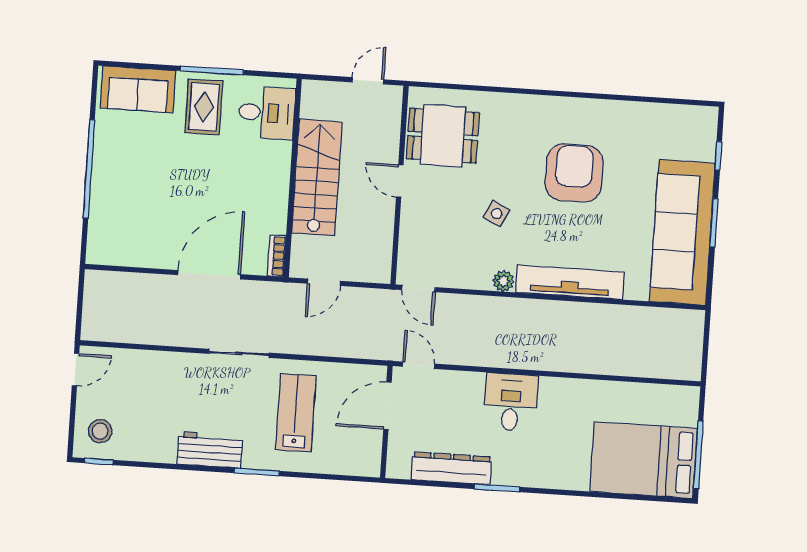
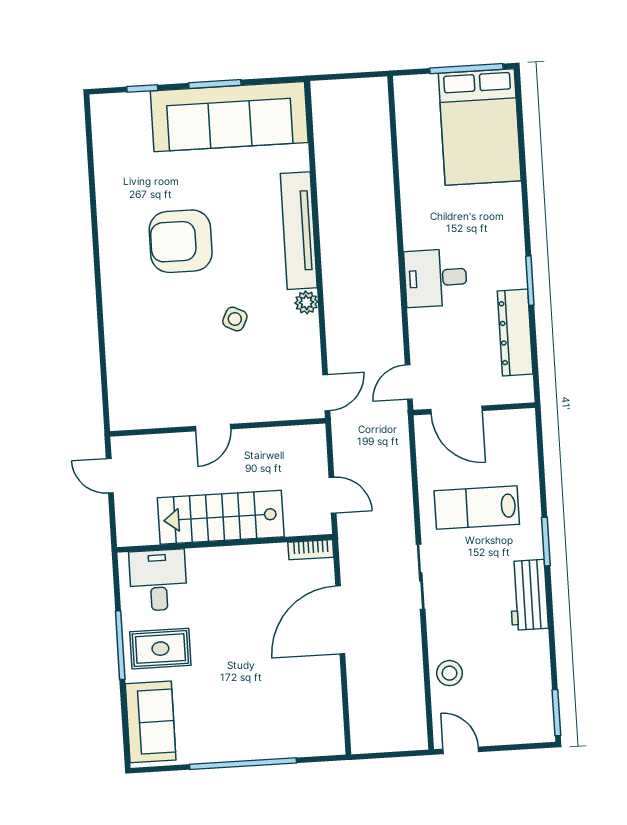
dining table: (443, 136) -> (159, 388), removed
door: (209, 275) -> (340, 620), hinge flipped
stool: (100, 431) -> (450, 673), moved
window: (99, 462) -> (556, 713), width x1.50

